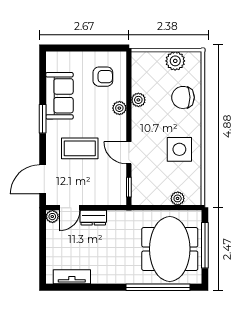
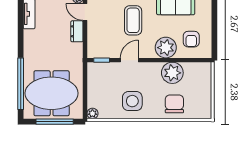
plant: (175, 61) -> (204, 98), removed
plant: (138, 100) -> (172, 73), width x1.88, depth x1.88
plant: (119, 108) -> (166, 48), width x1.87, depth x1.87
plant: (178, 198) -> (92, 114), moved

